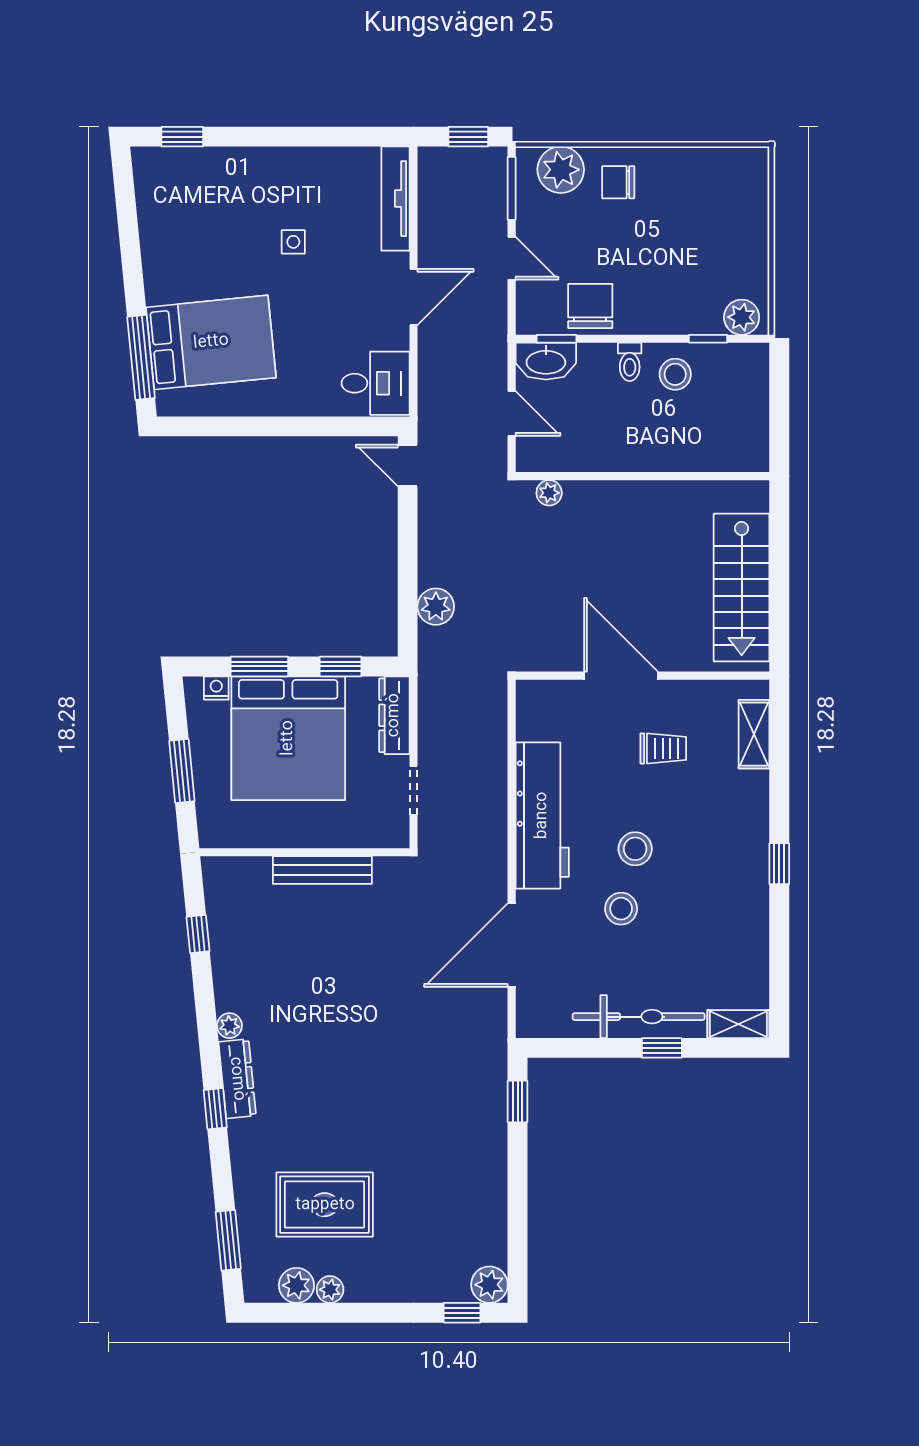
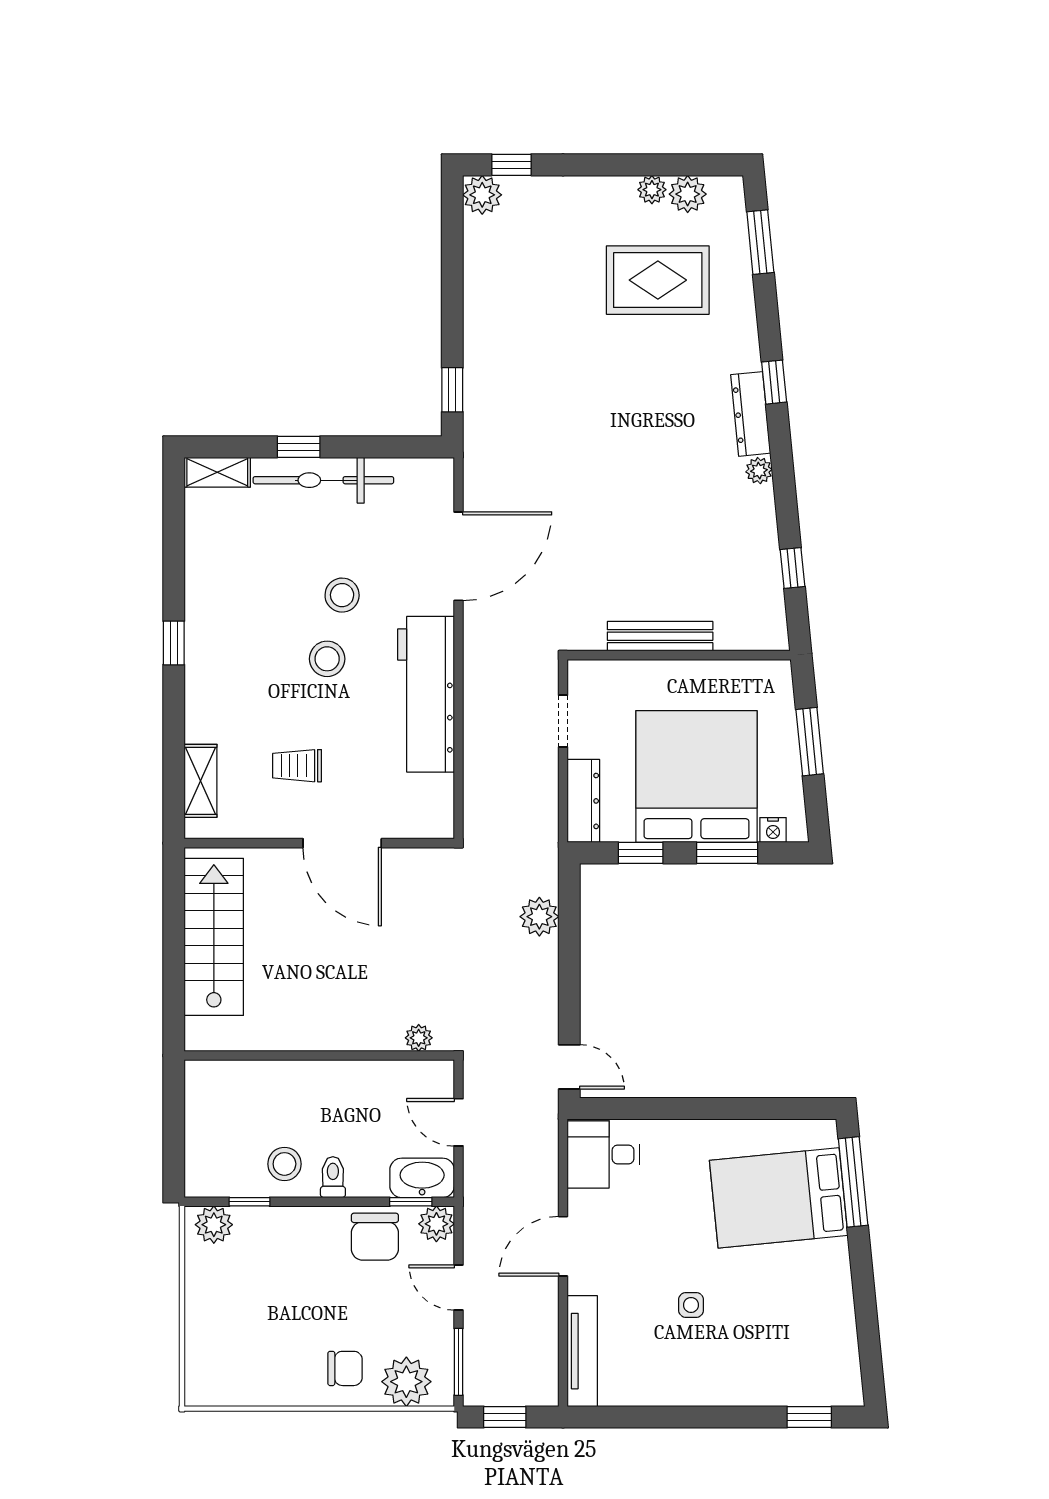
plant: (532, 318) -> (436, 1224), added

